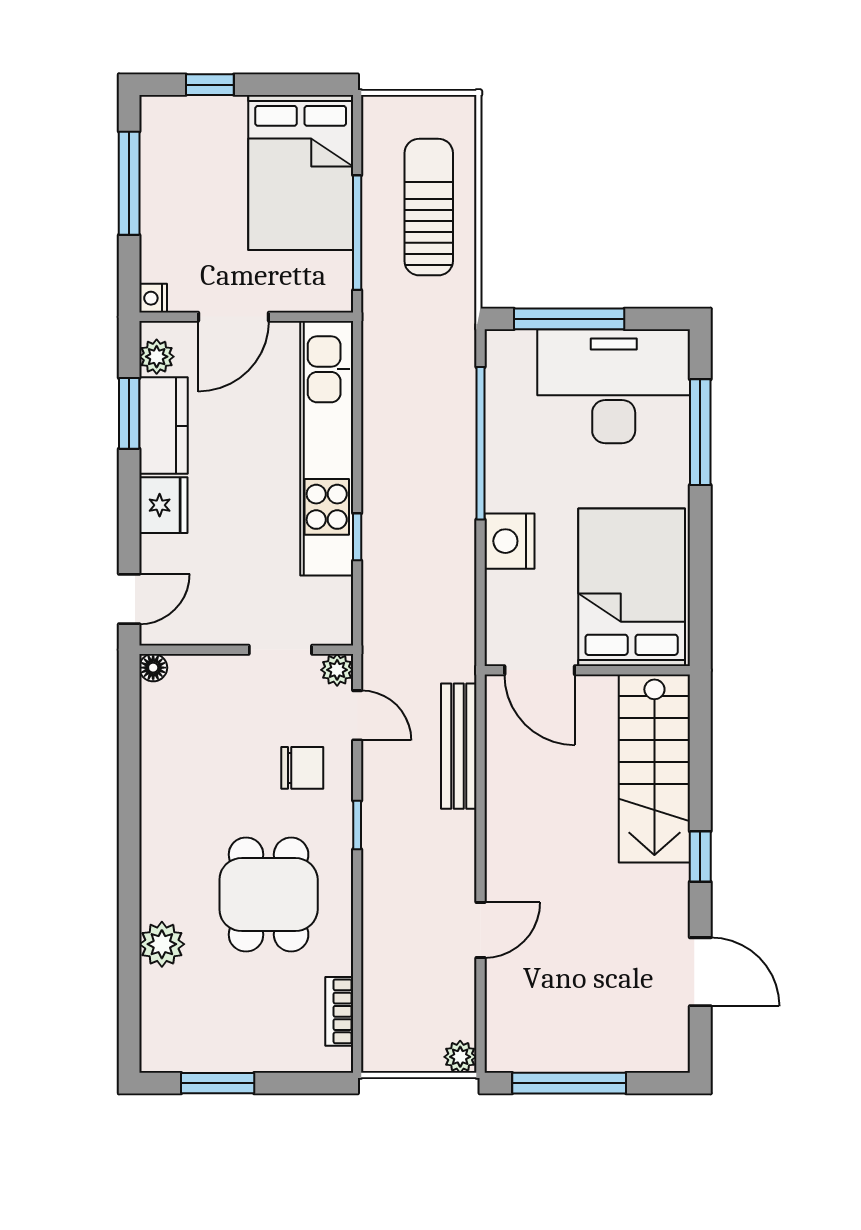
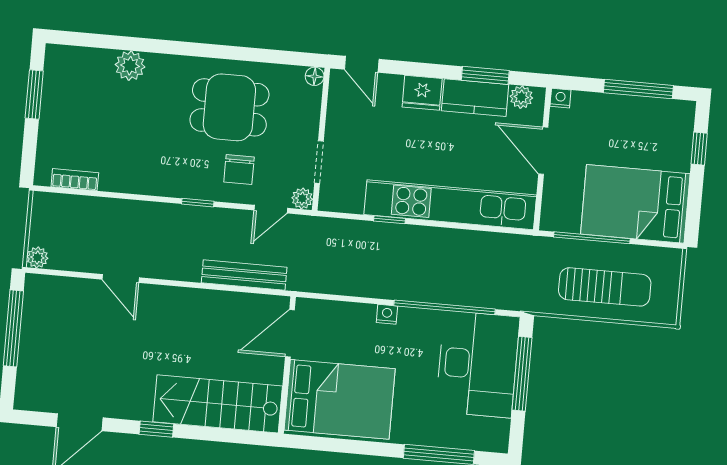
desk: (614, 386) -> (478, 364), moved
nightstand: (509, 541) -> (387, 314), width x0.53, depth x0.56
dining table: (269, 895) -> (229, 107), moved

